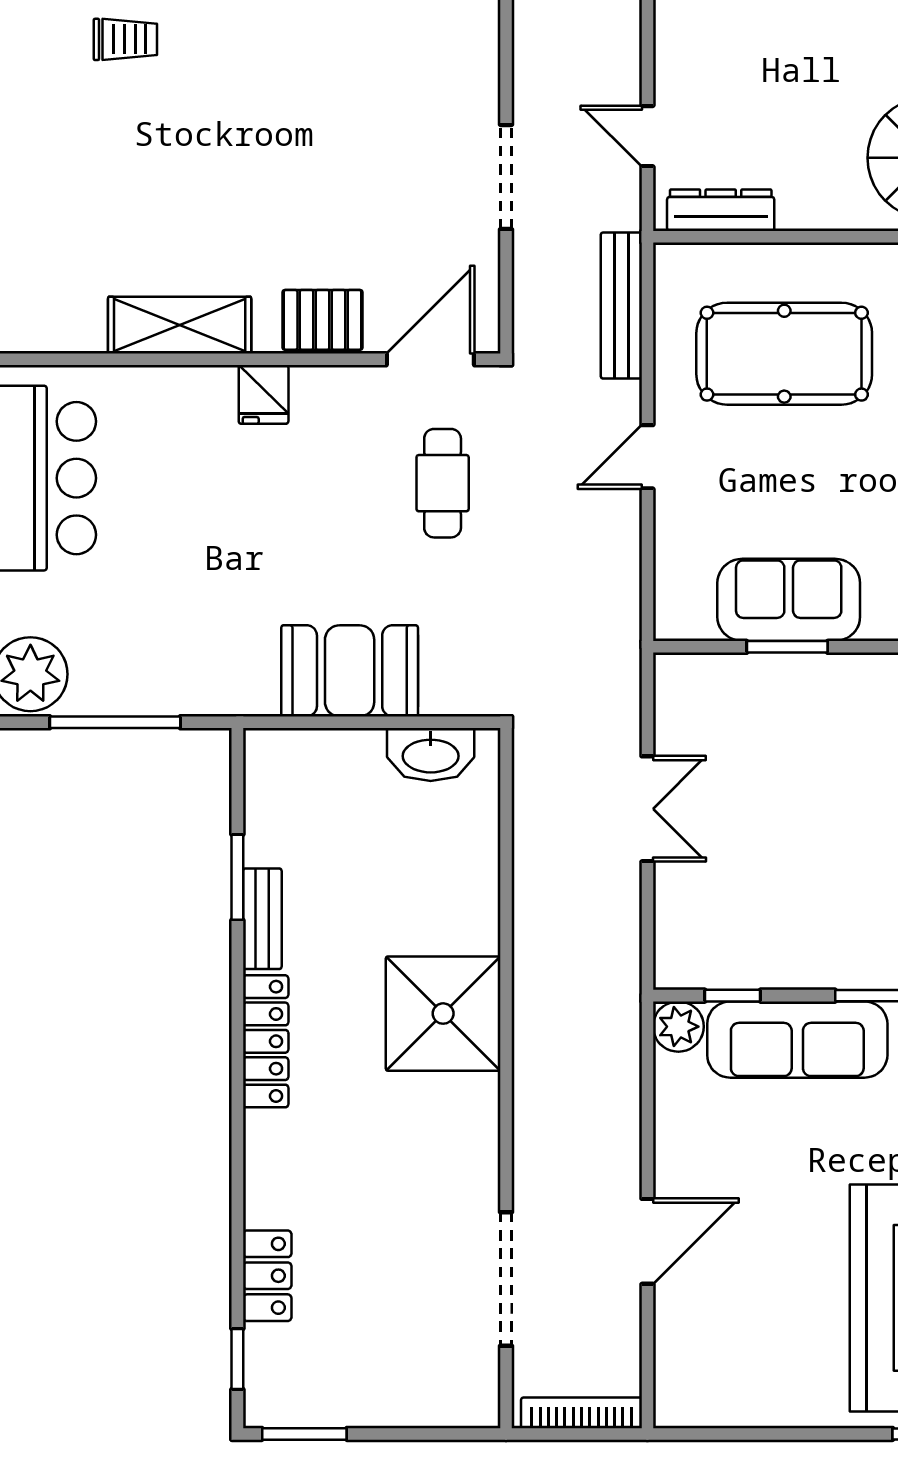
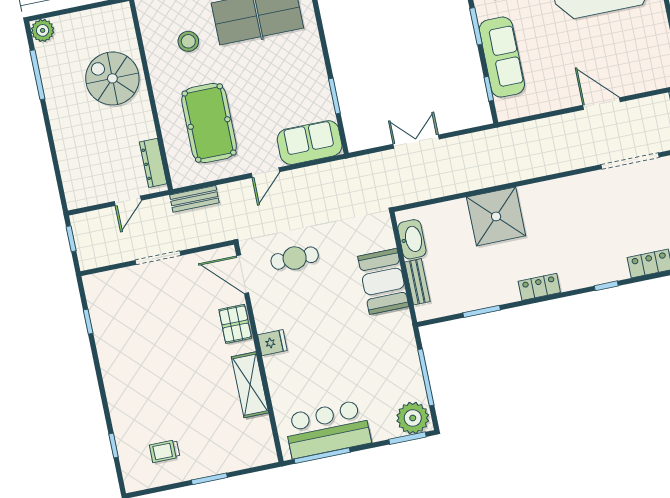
trolley: (125, 39) -> (165, 451), moved, turned -90
bench: (621, 306) -> (194, 199), width x0.73
door: (647, 457) -> (265, 173), hinge flipped
sofa: (789, 600) -> (310, 143), moved, turned 90
bench: (262, 919) -> (417, 282), moved, turned 90
shower: (443, 1014) -> (496, 216), moved
plant: (678, 1027) -> (507, 109), removed
locker: (266, 1041) -> (539, 287), width x0.66
window: (237, 1168) -> (606, 286), added

